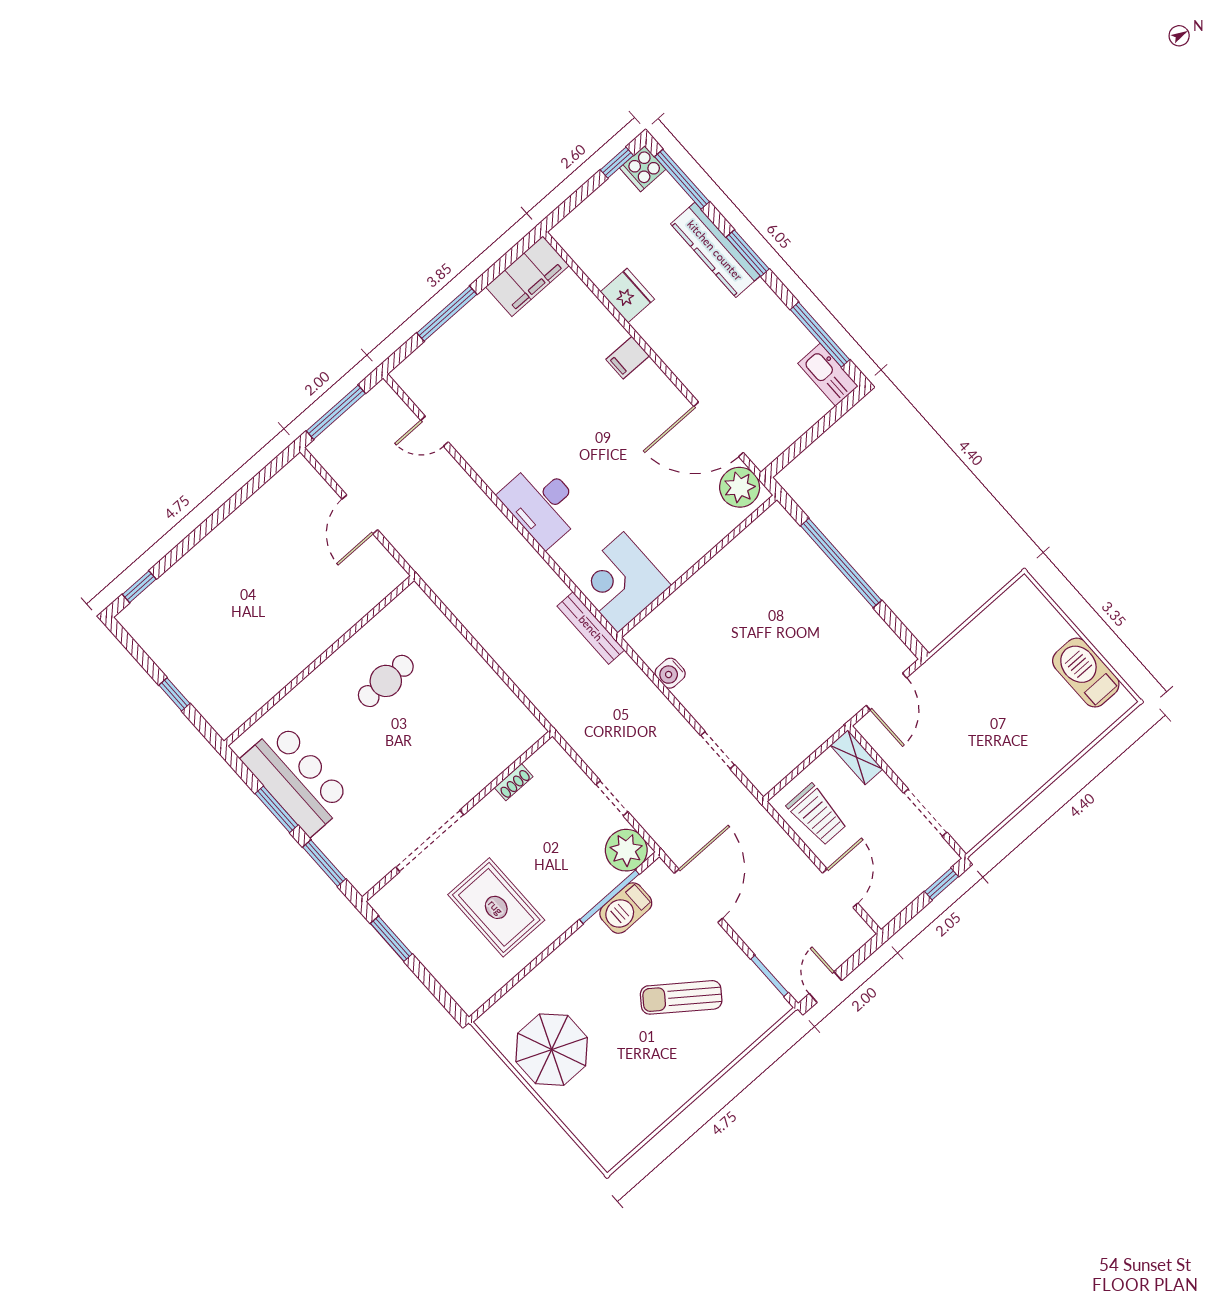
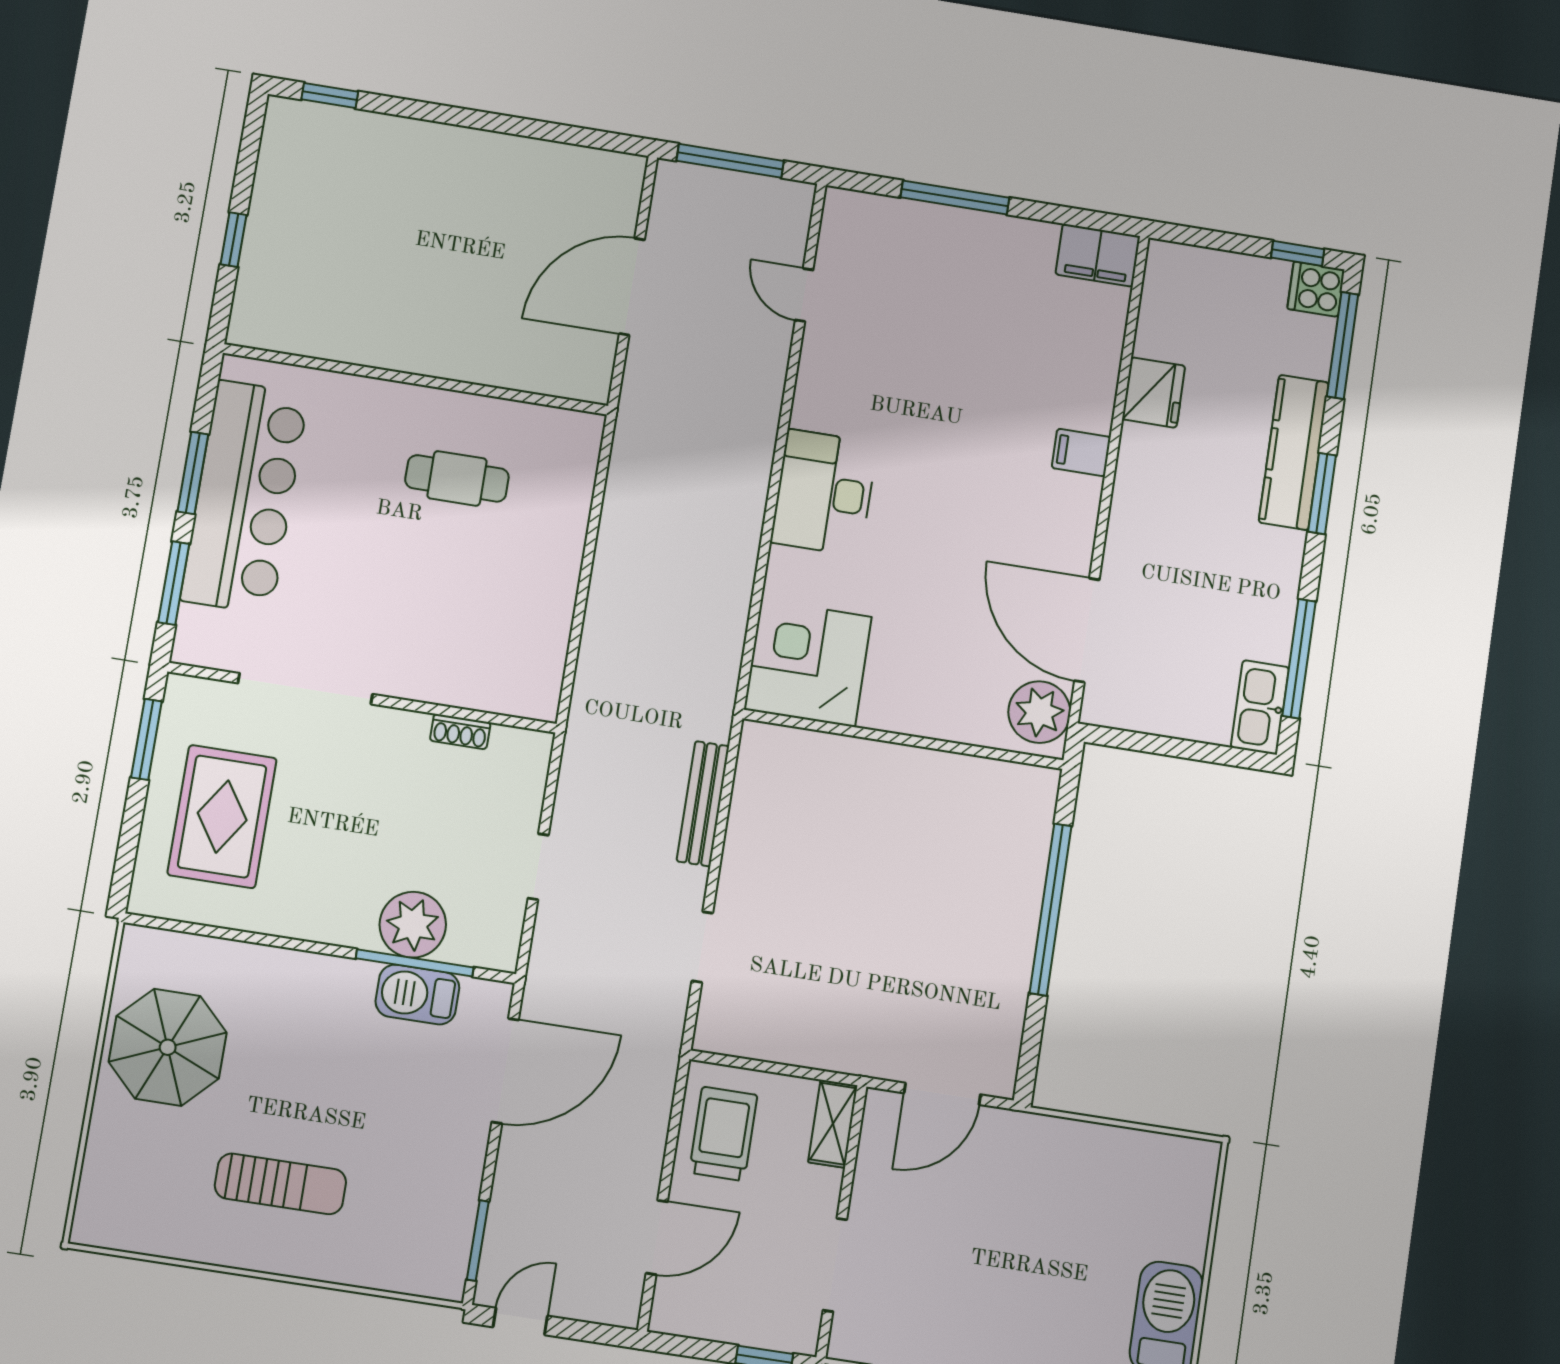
filing cabinet: (527, 276) -> (1098, 255), width x0.67, depth x0.86
door: (360, 514) -> (632, 287), width x1.36
bench: (591, 628) -> (703, 804), moved
water cooler: (670, 673) -> (748, 813), removed
bar counter: (296, 779) -> (245, 497), width x1.36
trolley: (817, 815) -> (723, 1134), turned 180
plant: (626, 850) -> (413, 925), moved
rug: (496, 907) -> (222, 817), moved
sun lounger: (681, 997) -> (280, 1184), moved, turned 143

